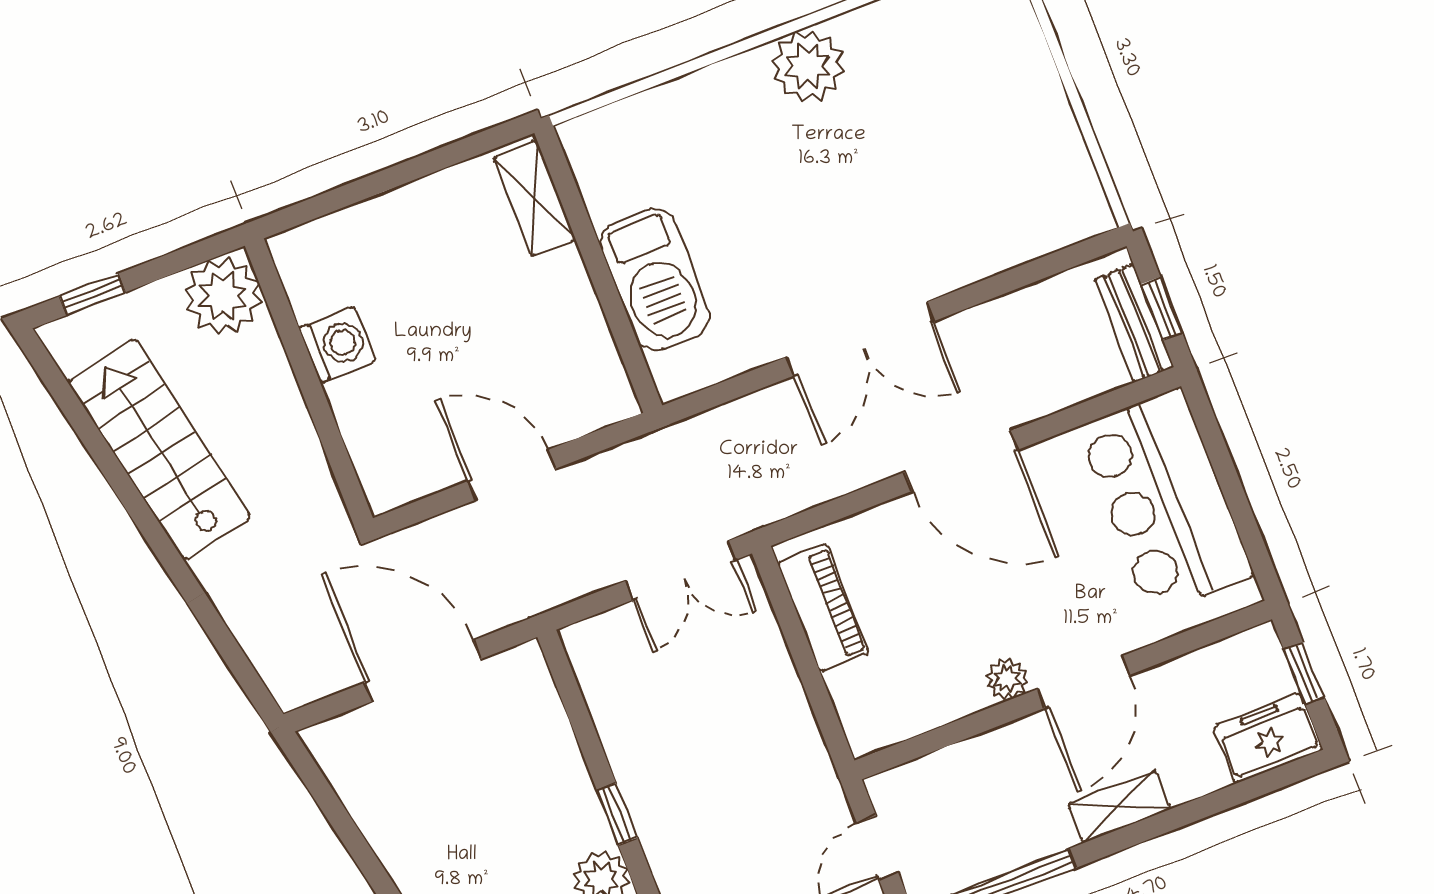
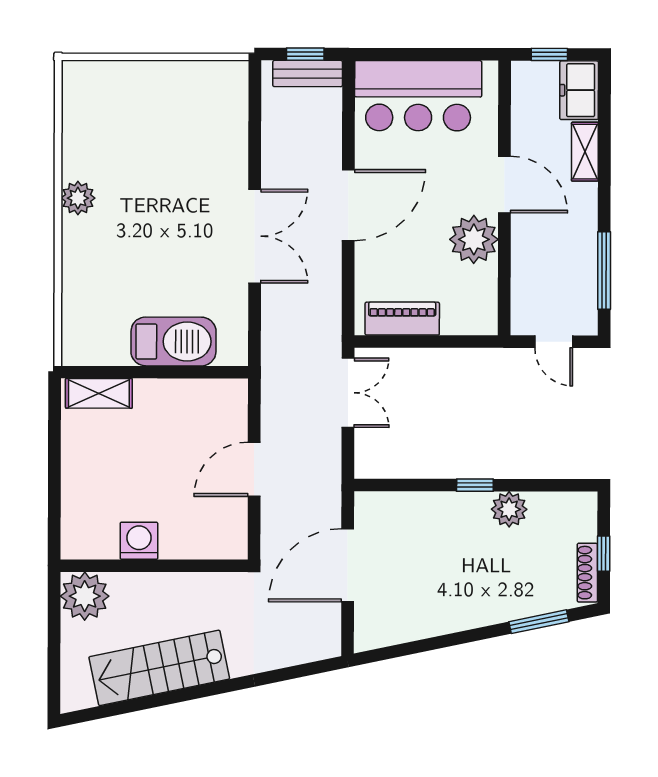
plant: (808, 66) -> (78, 198), width x0.73, depth x0.73
window: (92, 294) -> (54, 671), removed
plant: (1007, 679) -> (474, 239), width x1.87, depth x1.87
shelving: (1120, 806) -> (585, 152), moved

